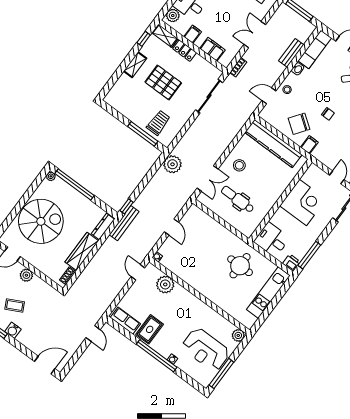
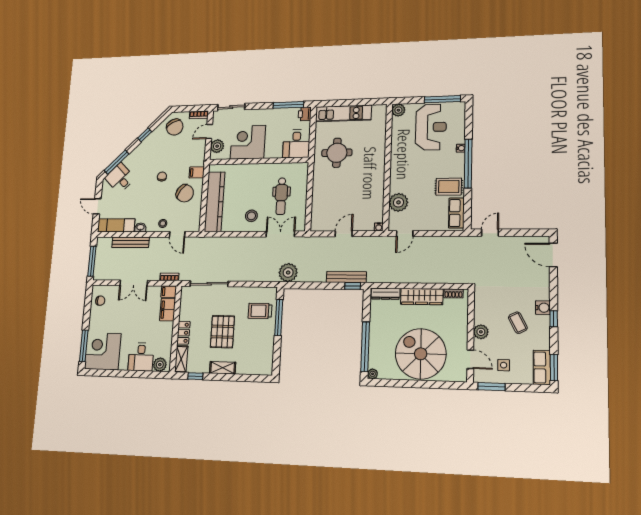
filing cabinet: (193, 34) -> (169, 292), moved
bench: (291, 53) -> (130, 242), width x1.36
plant: (319, 176) -> (217, 146), added
bench: (124, 223) -> (346, 277), moved

